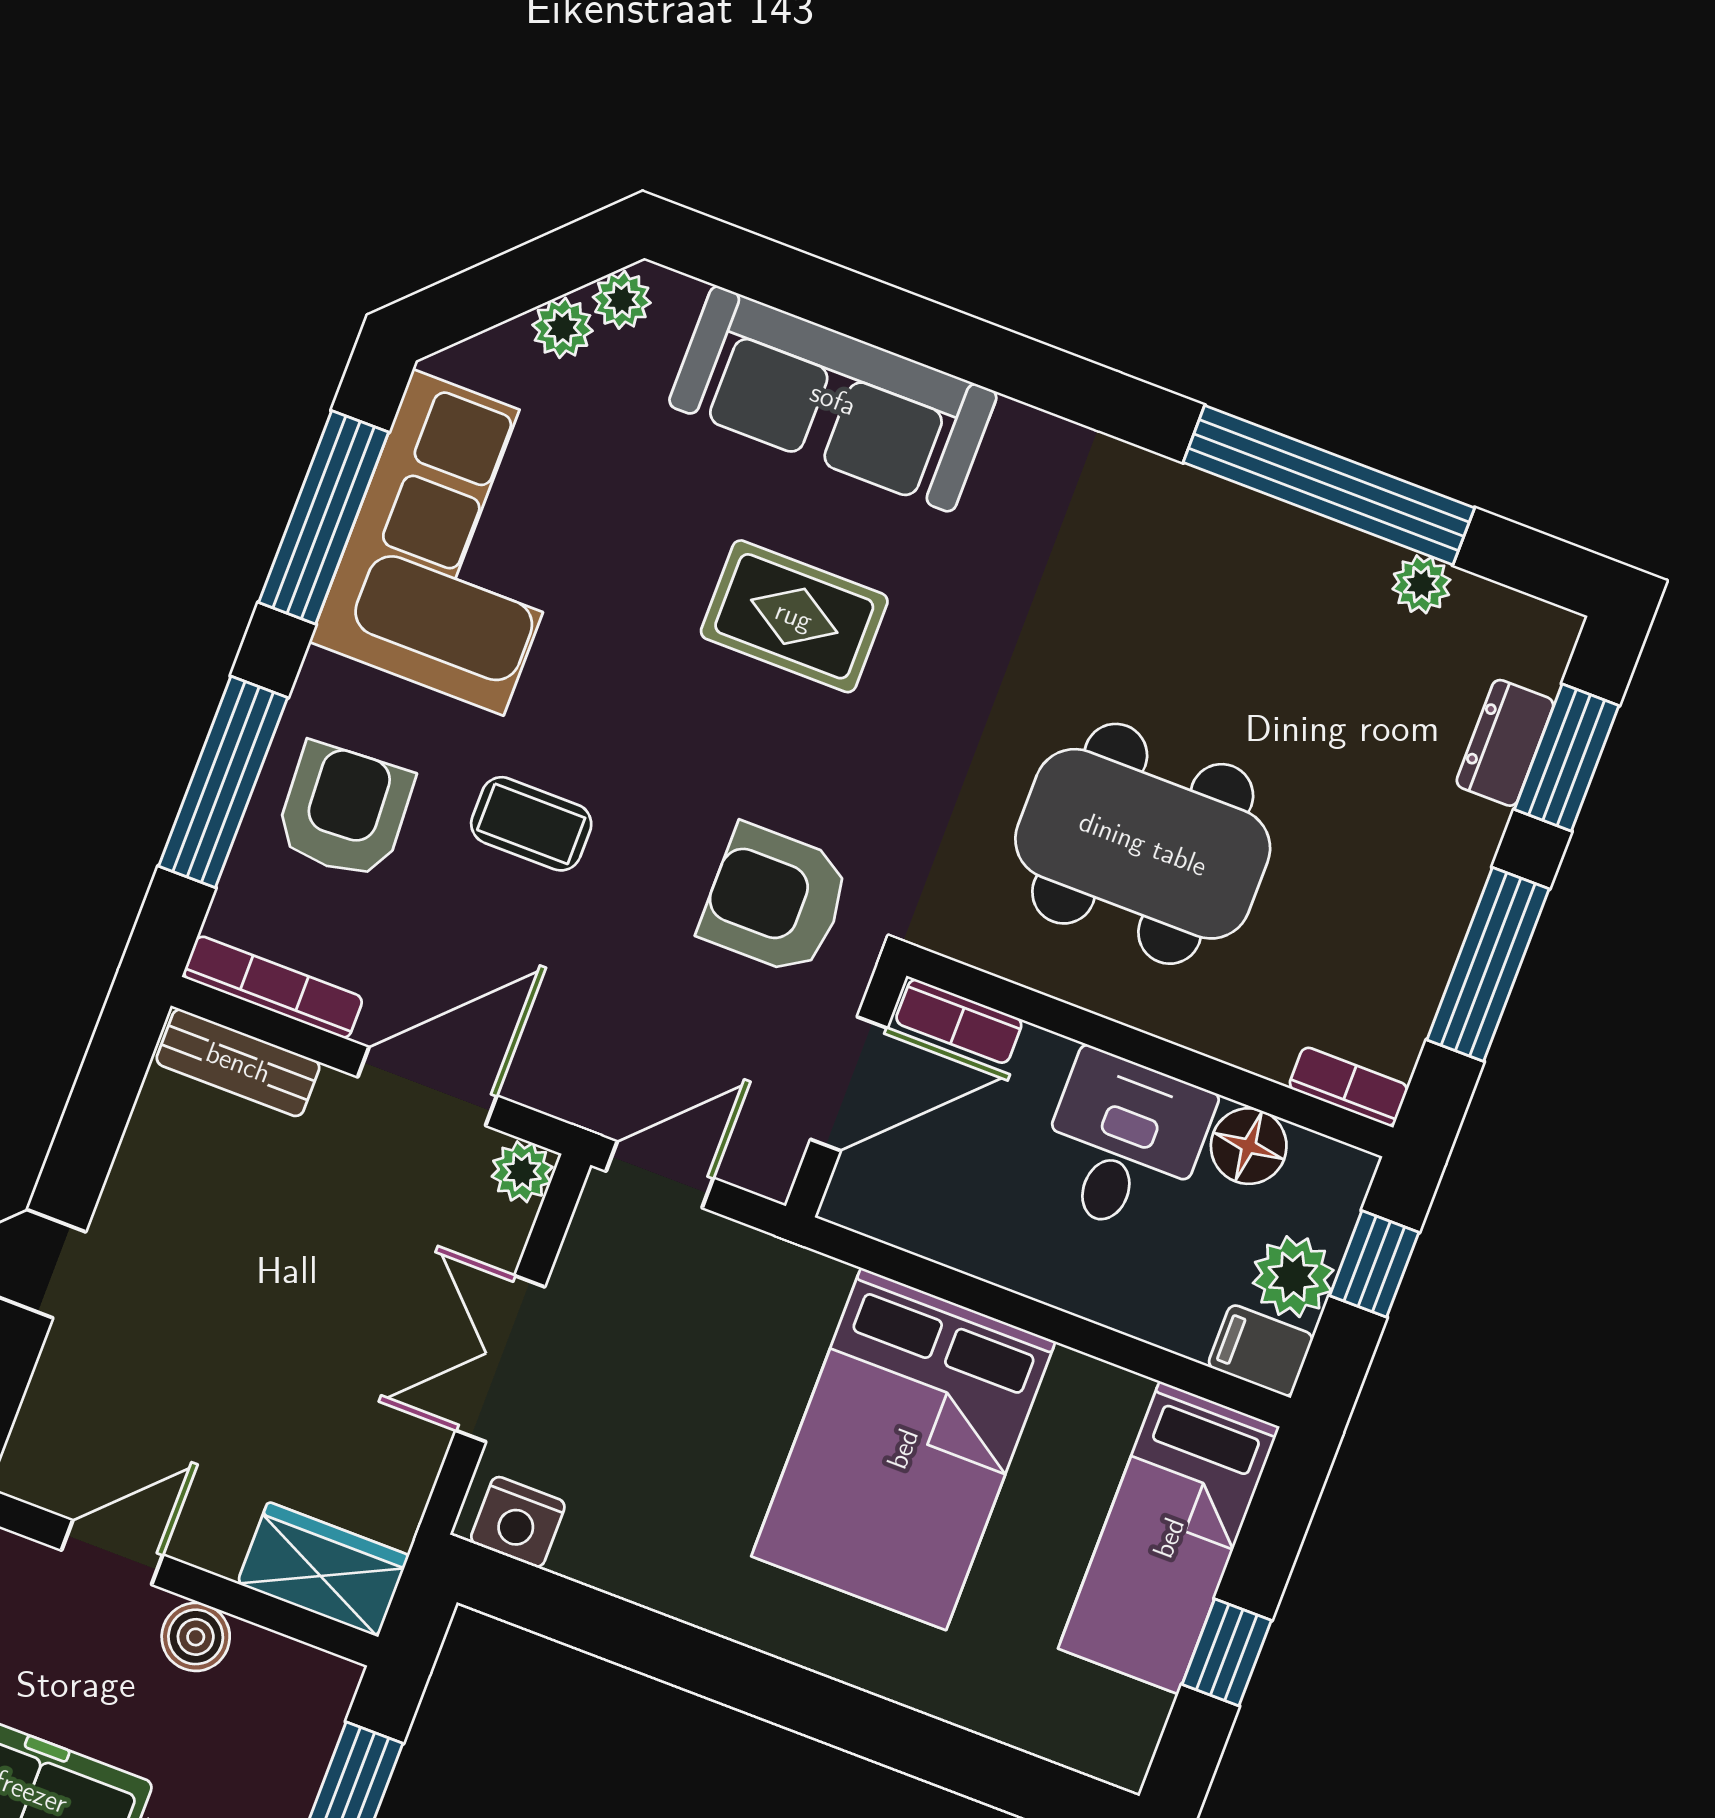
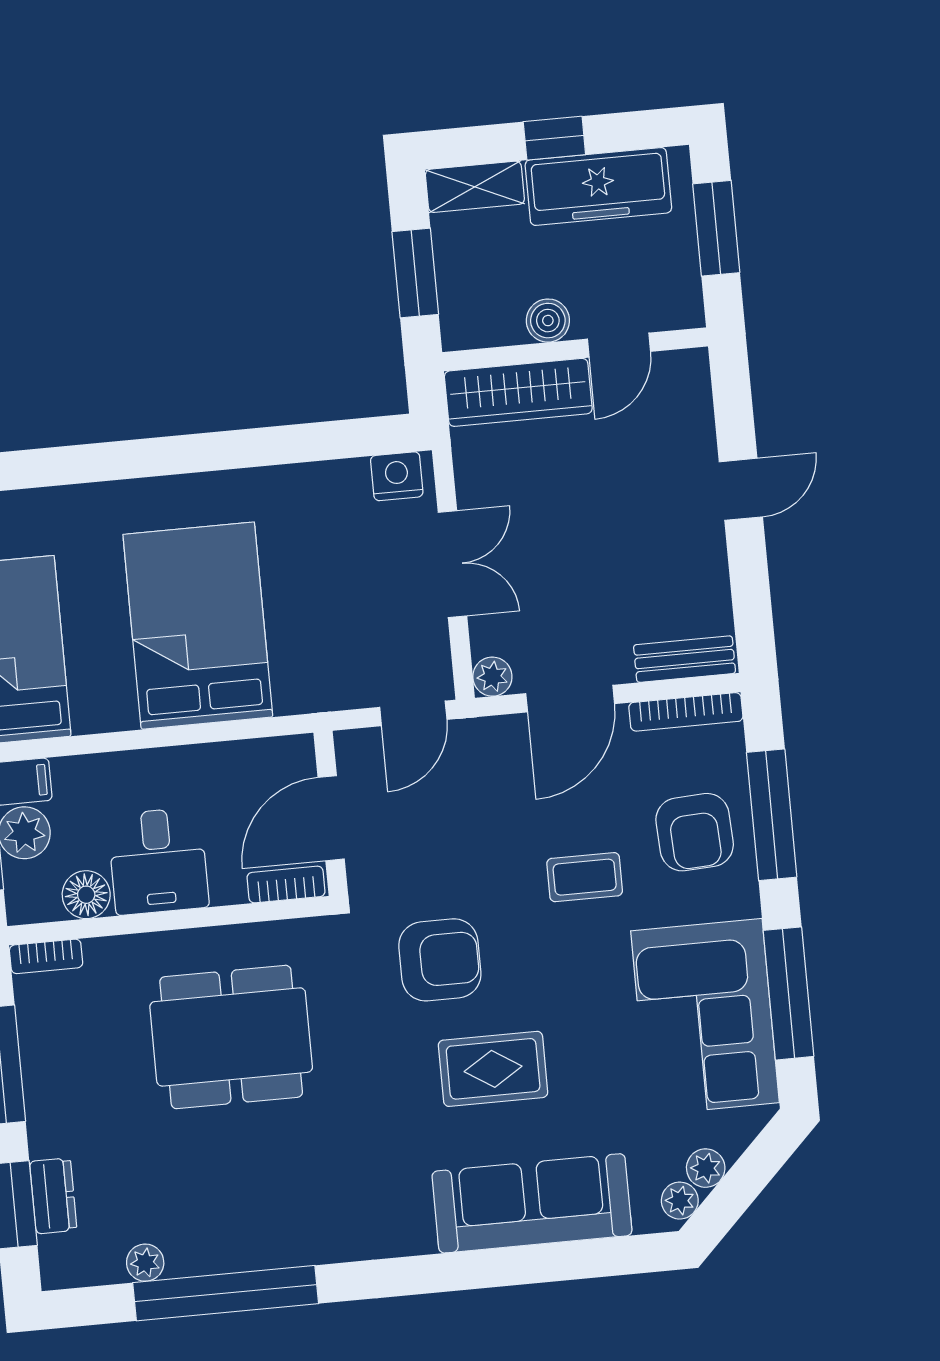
armchair: (775, 900) -> (440, 960), moved
wardrobe: (323, 1569) -> (518, 392), width x1.50

